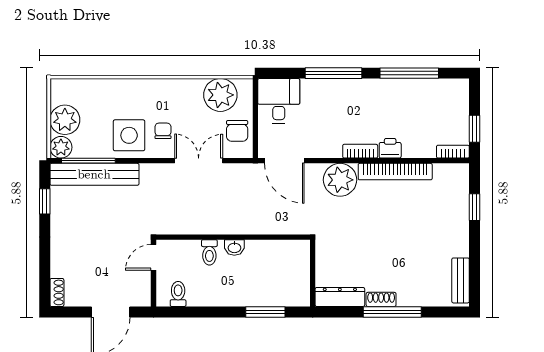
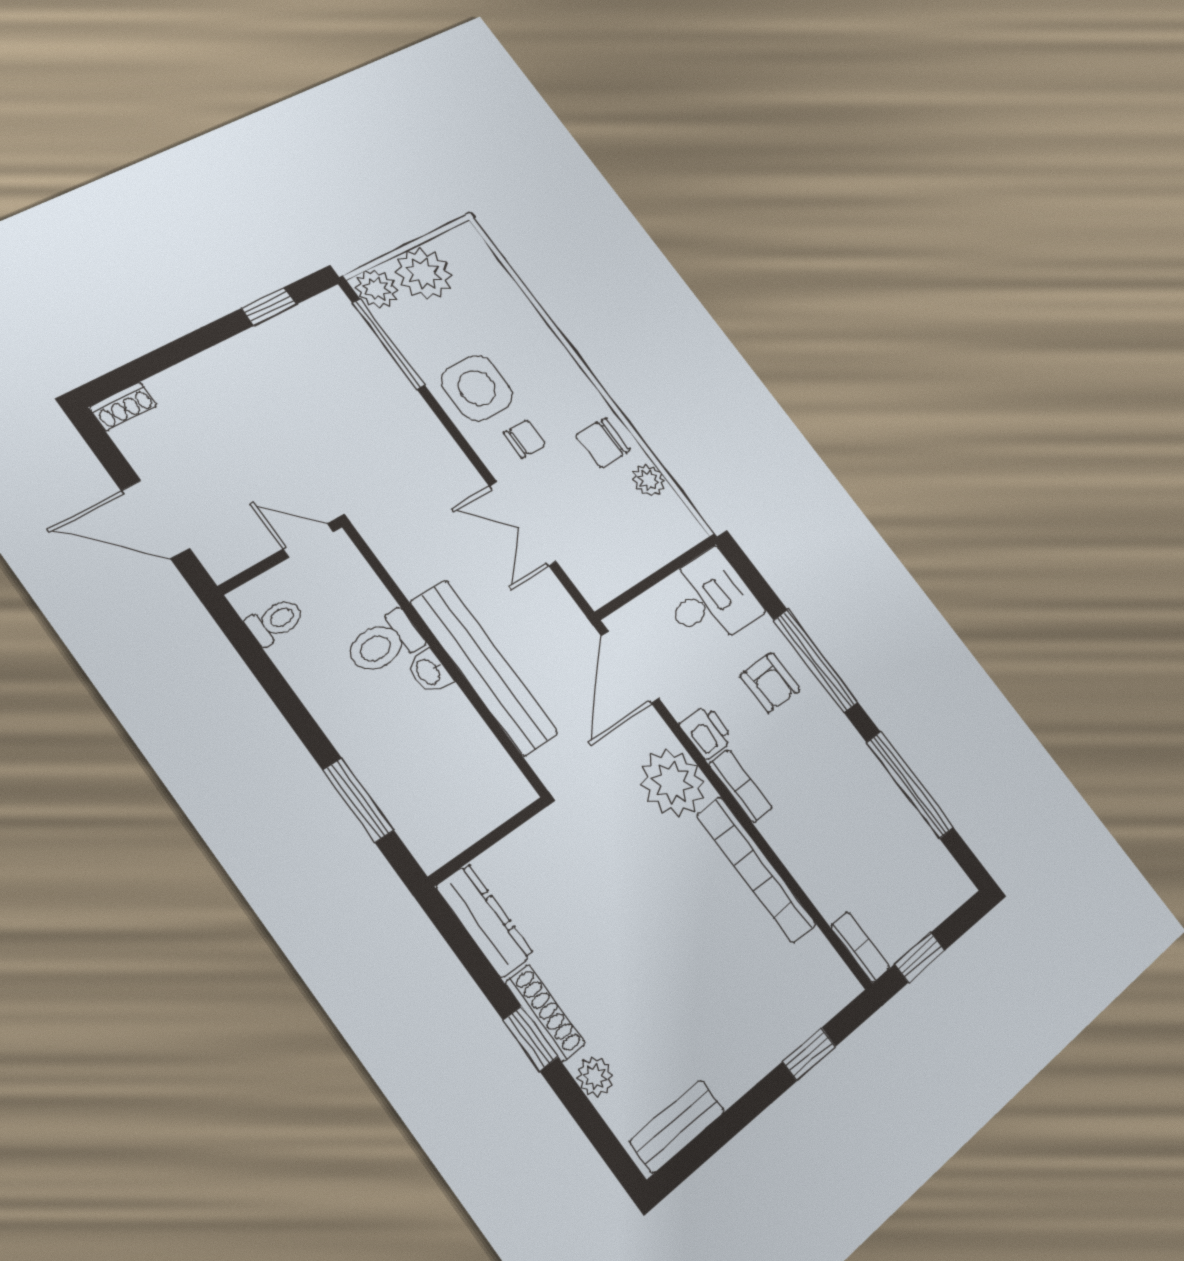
plant: (220, 95) -> (649, 480), width x0.53, depth x0.53
armchair: (329, 102) -> (770, 682), added
chair: (237, 131) -> (603, 443), moved
printer: (390, 148) -> (706, 732), moved
double door: (199, 161) -> (523, 524), swing flipped
bench: (94, 174) -> (484, 667), moved
toilet: (209, 252) -> (384, 643), width x1.37, depth x1.39
plant: (422, 298) -> (595, 1077), added
shoe rack: (381, 299) -> (545, 1013), width x1.43
window: (392, 312) -> (530, 1039), width x0.46

